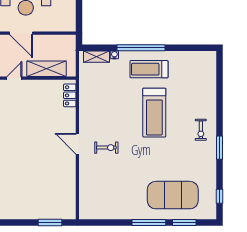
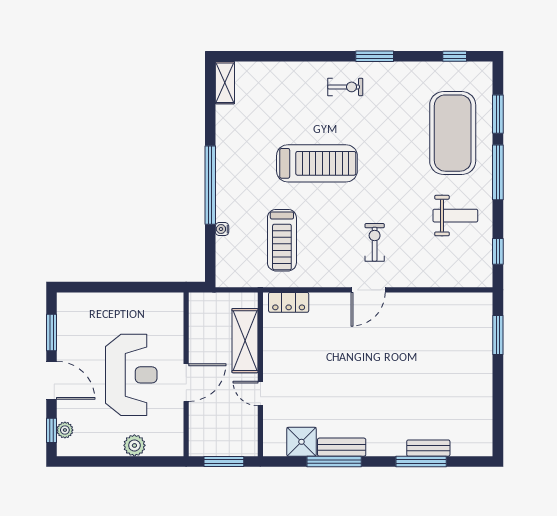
shelving: (96, 57) -> (225, 83), moved
treadmill: (149, 69) -> (282, 240), moved
weight bench: (123, 197) -> (455, 216), added
window: (101, 223) -> (498, 251), added

